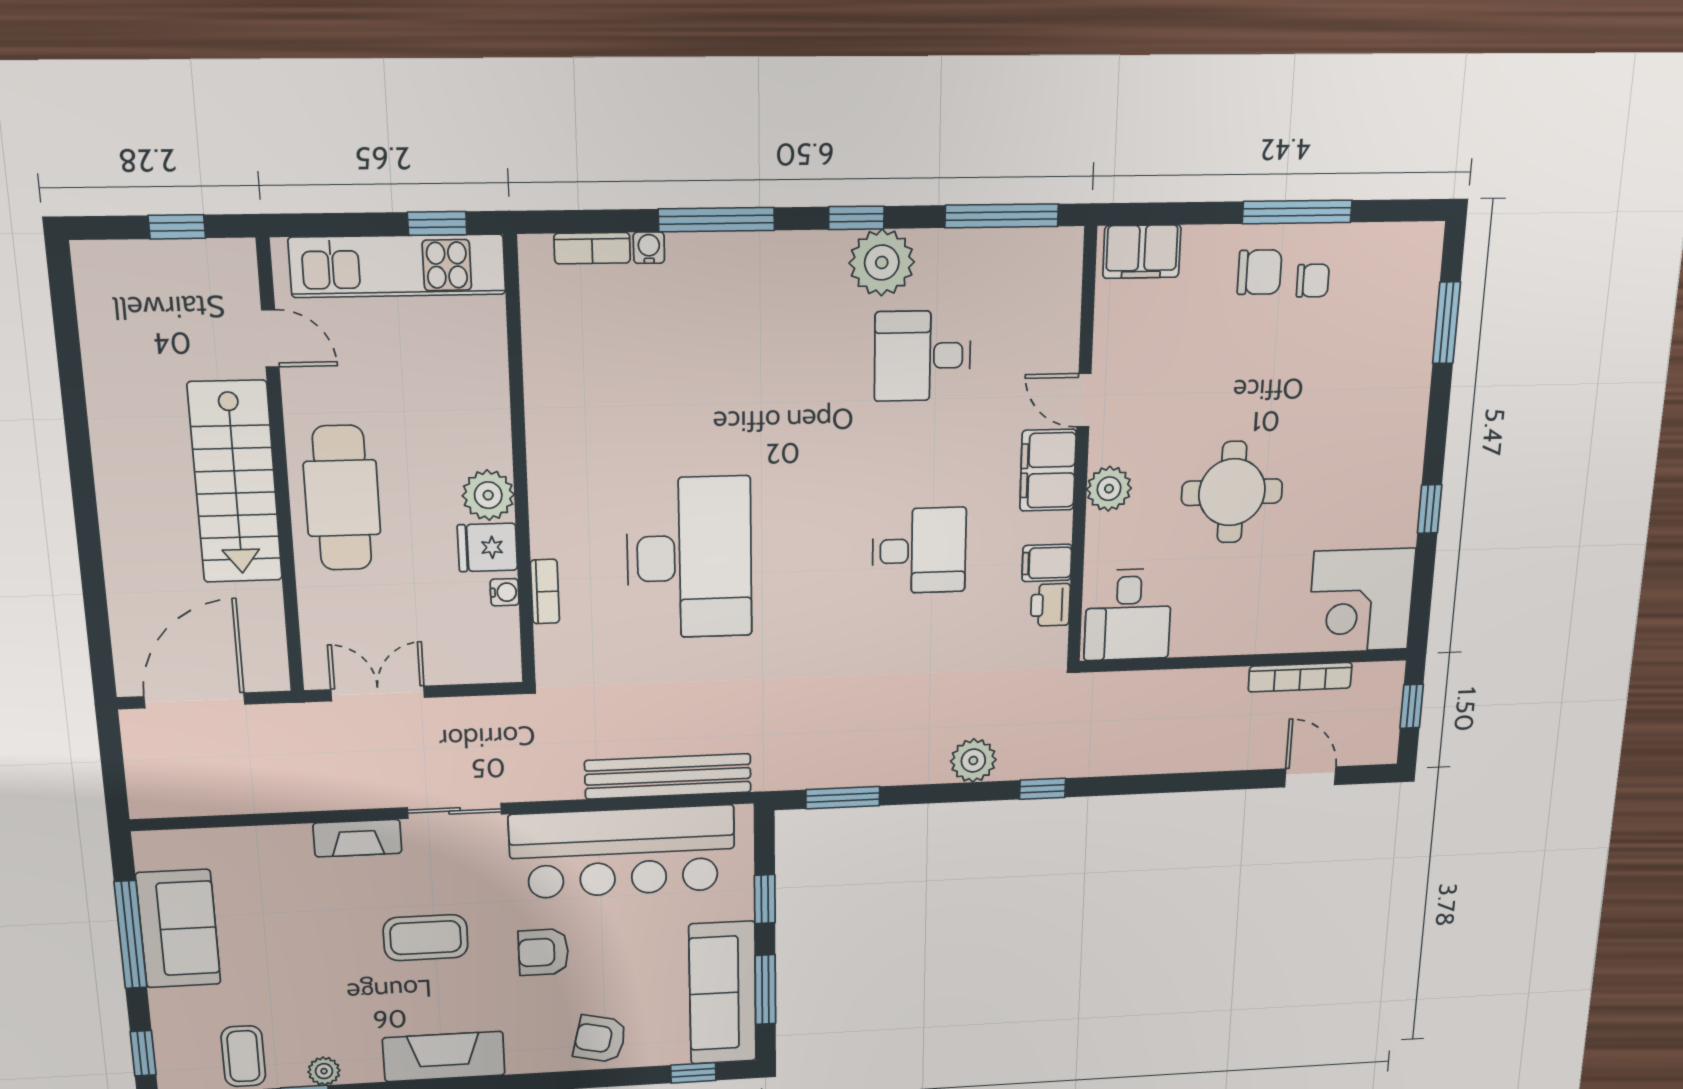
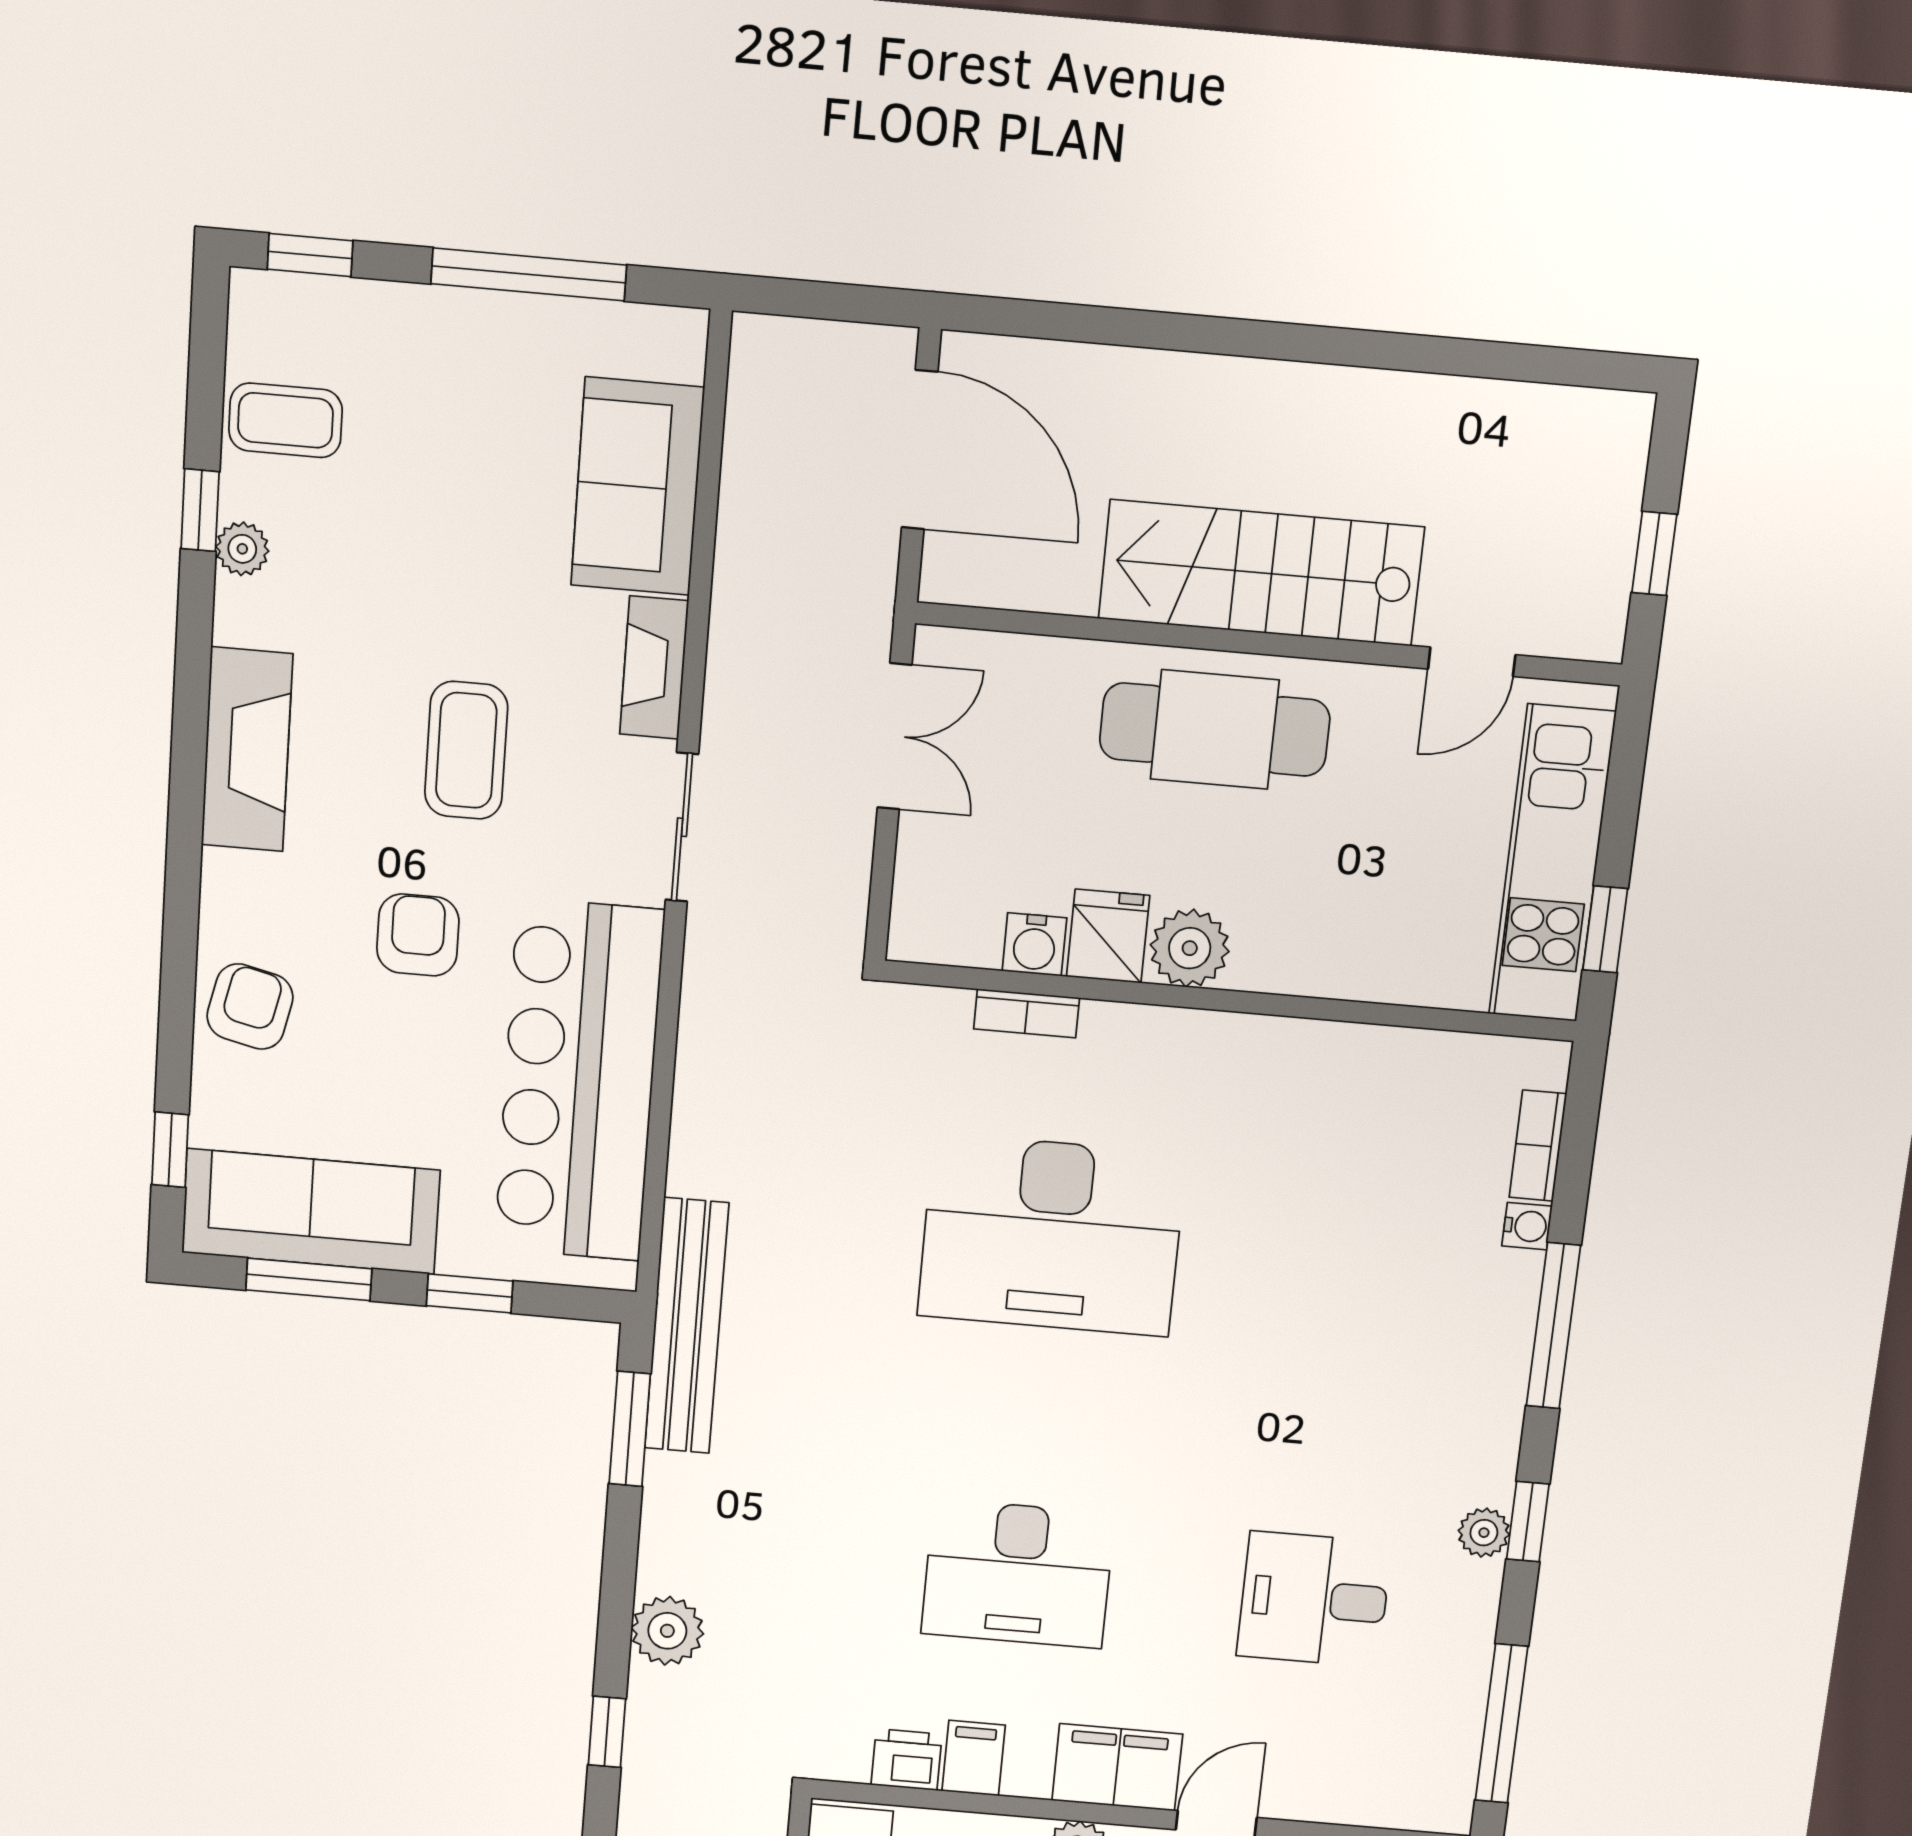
plant: (882, 263) -> (1484, 1533), width x0.53, depth x0.53
desk: (922, 356) -> (1314, 1599), turned -90
desk: (919, 551) -> (1018, 1574), width x1.37
water cooler: (505, 592) -> (1034, 944), width x1.38, depth x1.38
bench: (668, 776) -> (687, 1326), moved
sofa: (178, 929) -> (637, 487), moved, turned 90

